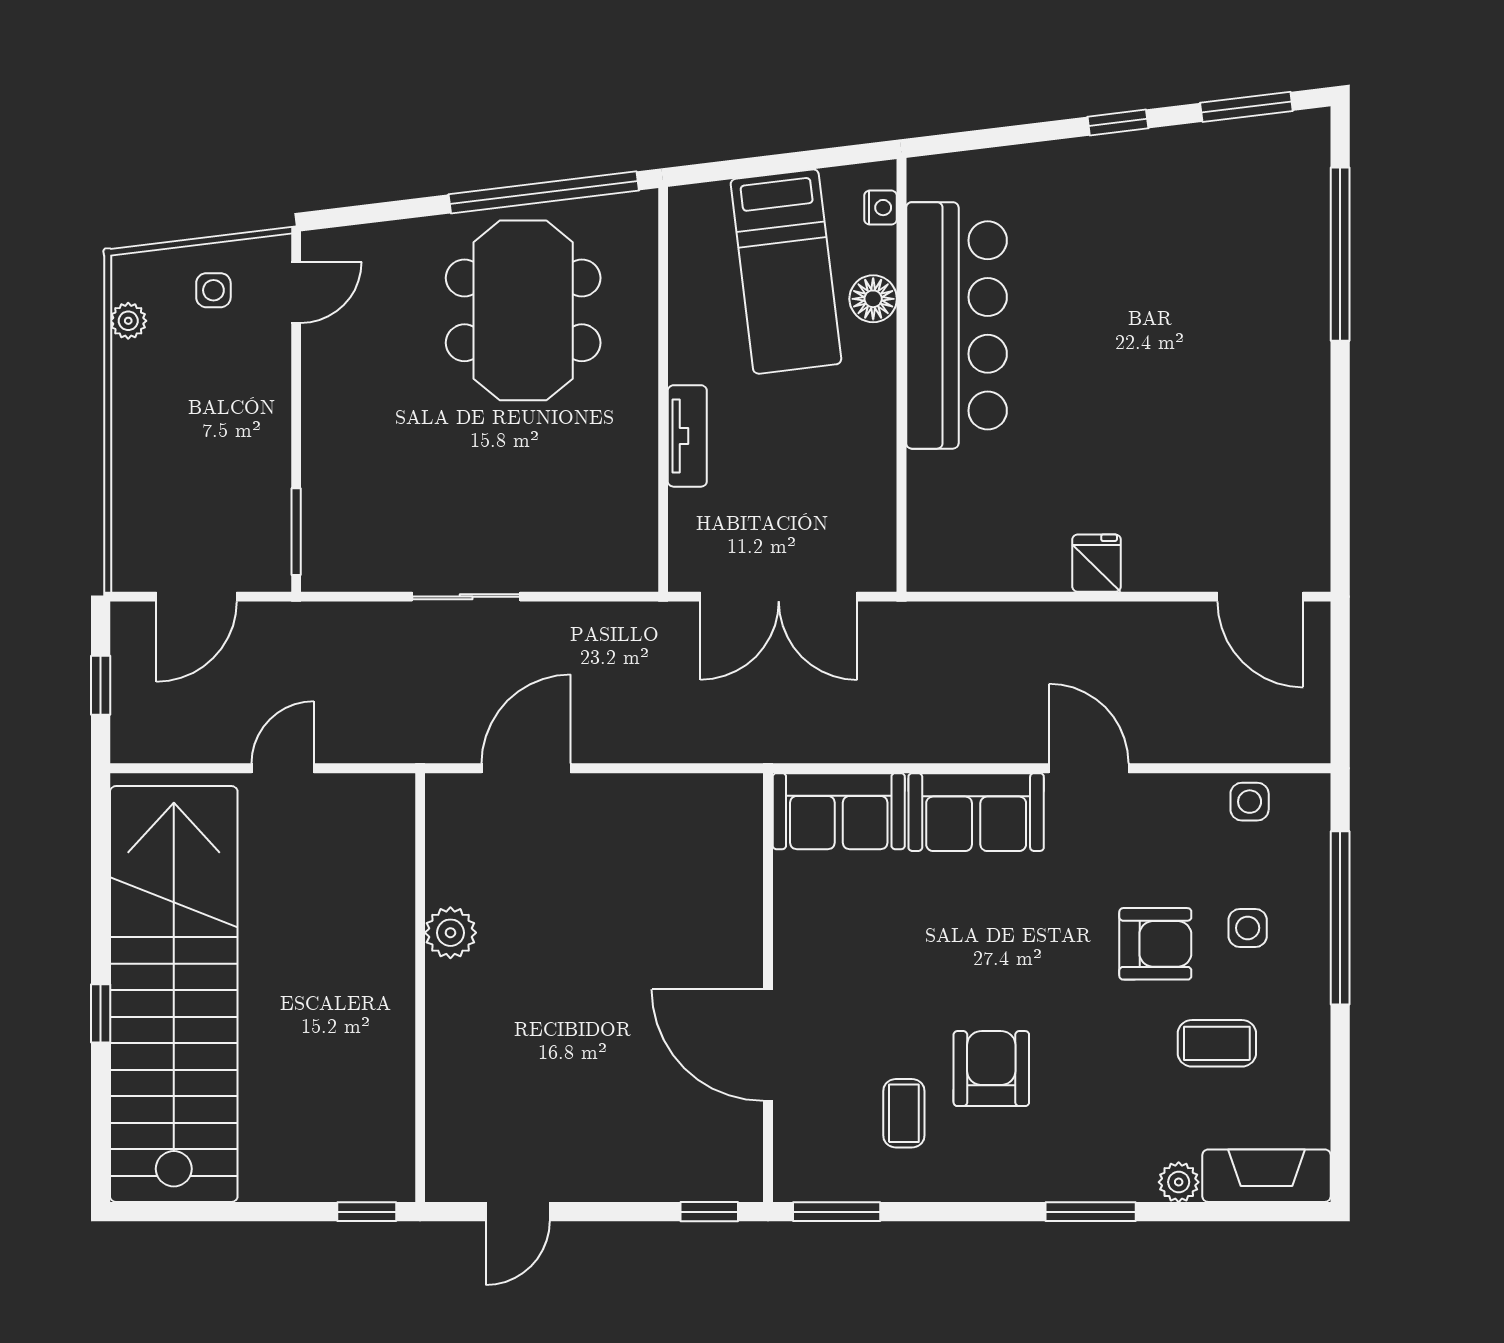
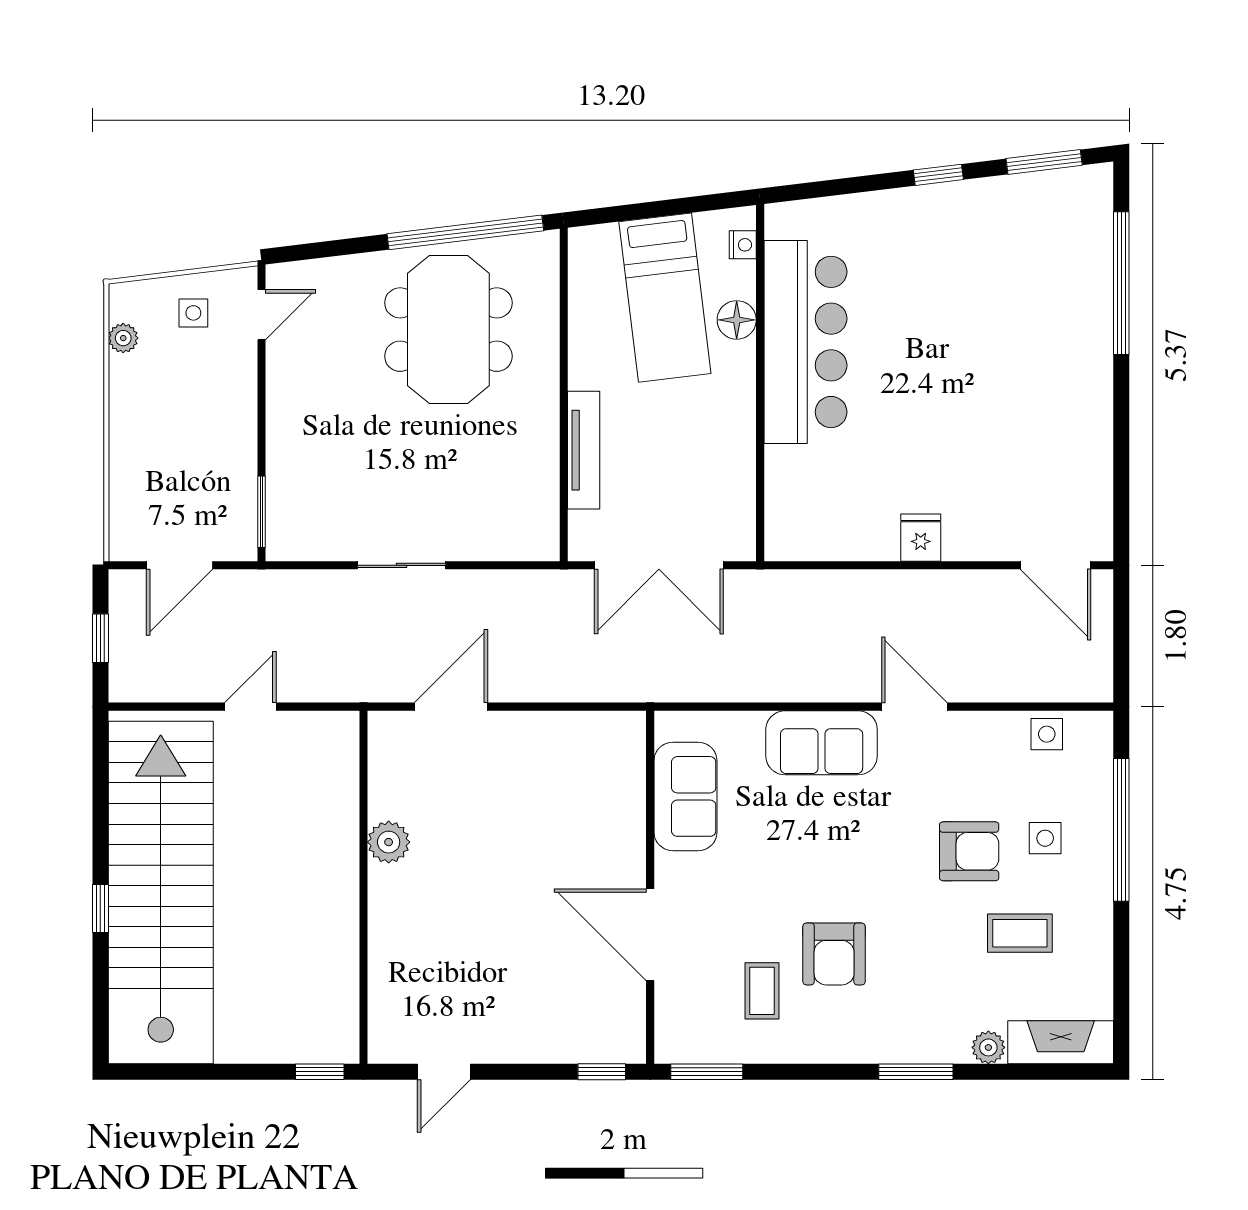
tv unit: (687, 436) -> (584, 450), width x1.41
sofa: (839, 811) -> (685, 796), moved, turned -90
armchair: (991, 1069) -> (834, 954), turned 180

